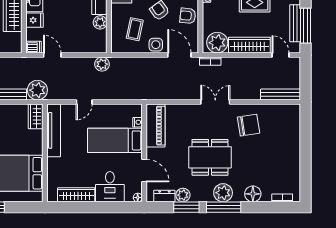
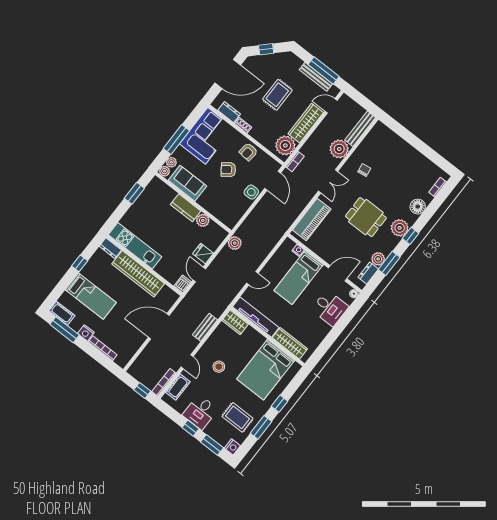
fridge: (35, 20) -> (203, 254), moved, turned -90
coffee table: (135, 29) -> (228, 199), removed
door: (52, 55) -> (199, 275), hinge flipped
door: (179, 55) -> (273, 181), swing flipped
plant: (37, 90) -> (339, 149), moved
door: (84, 102) -> (252, 278), hinge flipped
double door: (215, 102) -> (328, 181), swing flipped
chair: (249, 125) -> (364, 170), width x0.54, depth x0.54
piano: (155, 126) -> (312, 220), moved, turned 90
dining table: (210, 157) -> (366, 217), width x0.73
wardrobe: (76, 195) -> (290, 343), moved, turned 90
window: (224, 207) -> (411, 236), width x0.46

